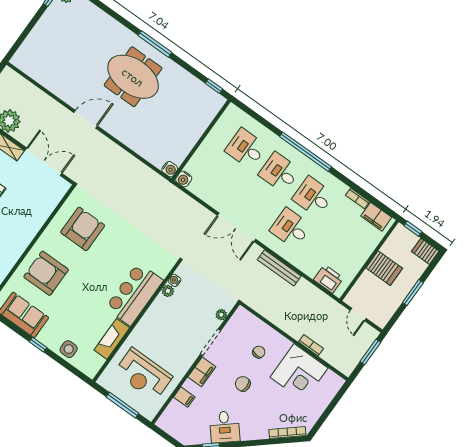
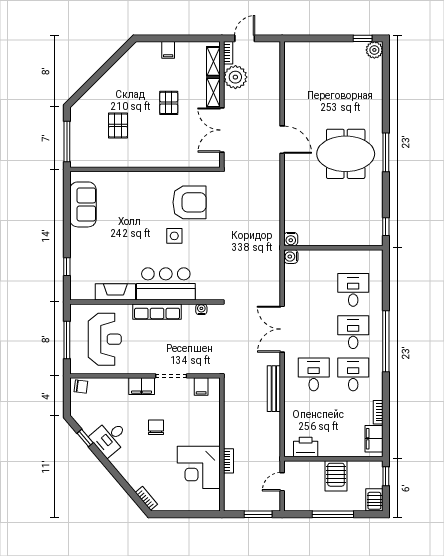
meeting table: (133, 77) -> (346, 154), turned 90
double door: (43, 162) -> (222, 130), swing flipped
armchair: (46, 273) -> (131, 198), removed
printer: (328, 279) -> (306, 447), moved, turned -90
plant: (168, 291) -> (189, 310), removed
window: (413, 293) -> (333, 514), width x1.44
plant: (221, 315) -> (201, 368), removed
row of seats: (151, 317) -> (157, 312), added
window: (38, 345) -> (67, 267), moved
side table: (69, 349) -> (174, 236), moved
chair: (259, 352) -> (81, 387), moved
reception desk: (143, 374) -> (105, 339), turned 180
filing cabinet: (184, 397) -> (201, 387), moved
bookcase: (287, 432) -> (146, 498), width x0.64

